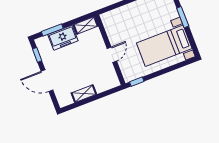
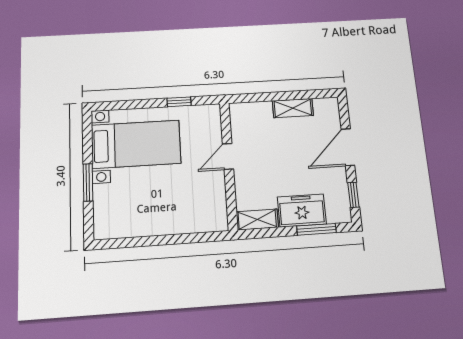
door: (47, 81) -> (348, 147), swing flipped
window: (137, 82) -> (179, 102), moved

